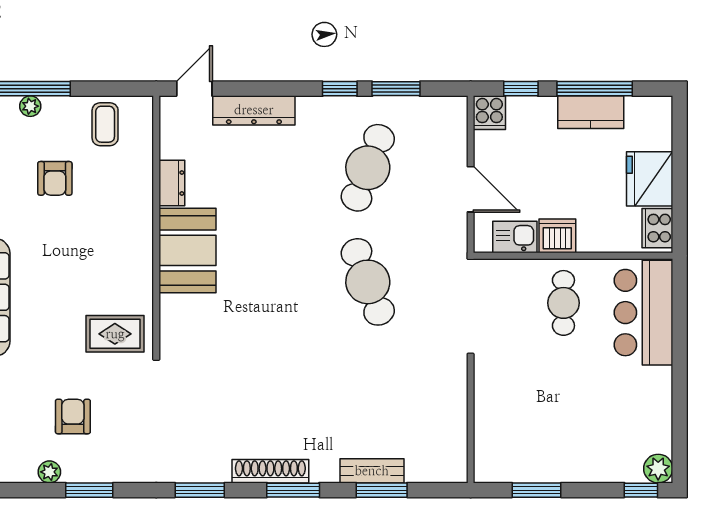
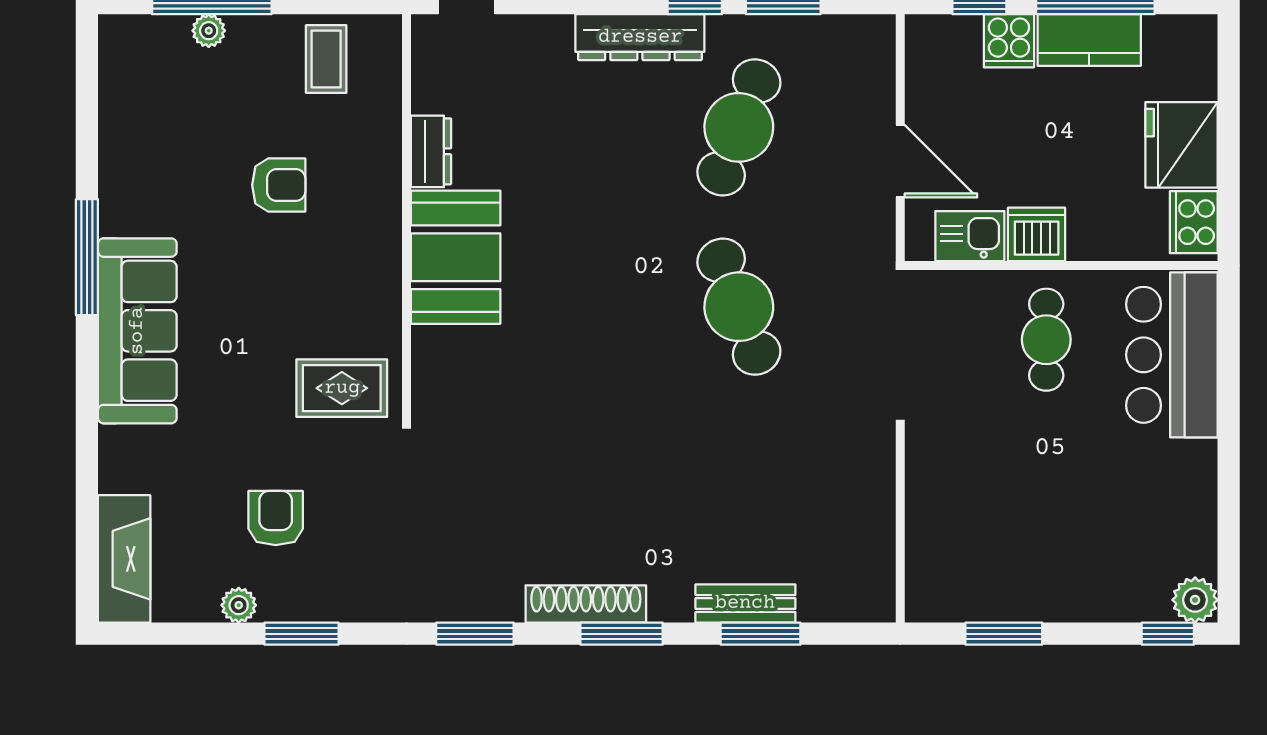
dresser: (254, 110) -> (640, 37), moved
cooker: (489, 113) -> (1009, 41), moved
armchair: (55, 178) -> (279, 185), moved, turned -90

